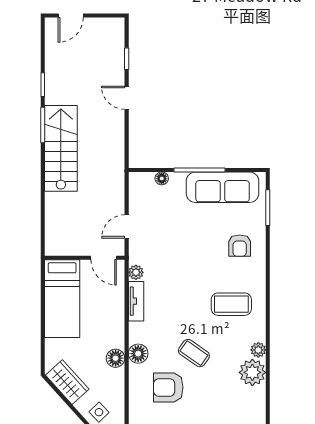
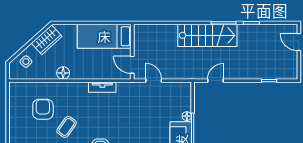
door: (127, 98) -> (215, 81), moved
floor lamp: (162, 178) -> (187, 116), moved
door: (104, 258) -> (132, 65), hinge flipped
plant: (136, 272) -> (122, 87), removed
floor lamp: (138, 354) -> (66, 89), removed

